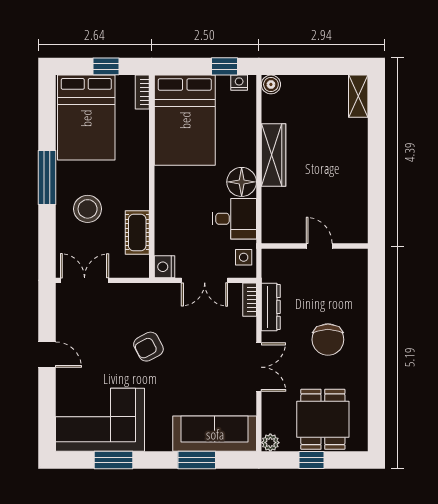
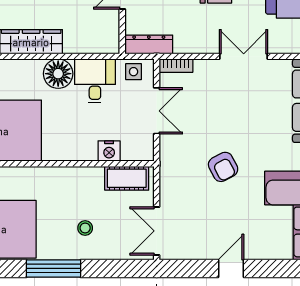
stool: (88, 209) -> (85, 228), width x0.53, depth x0.53
cot: (137, 232) -> (127, 178), moved
nightstand: (164, 267) -> (109, 151), moved
dresser: (271, 307) -> (149, 44), moved

